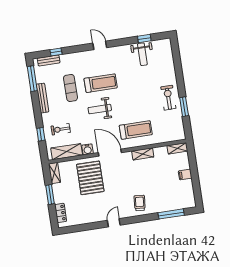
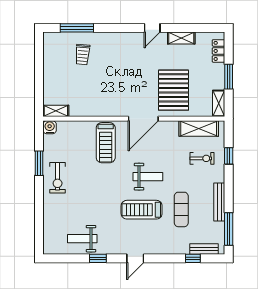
window: (144, 38) -> (98, 258), moved
door: (100, 45) -> (135, 258), hinge flipped
weight bench: (142, 54) -> (82, 239), turned -90
treadmill: (136, 130) -> (106, 143), turned -90
water cooler: (88, 149) -> (50, 127), moved
door: (110, 153) -> (143, 119), hinge flipped
shelving: (143, 154) -> (181, 38), moved
filing cabinet: (185, 175) -> (51, 76), removed
trolley: (140, 203) -> (82, 55), moved

